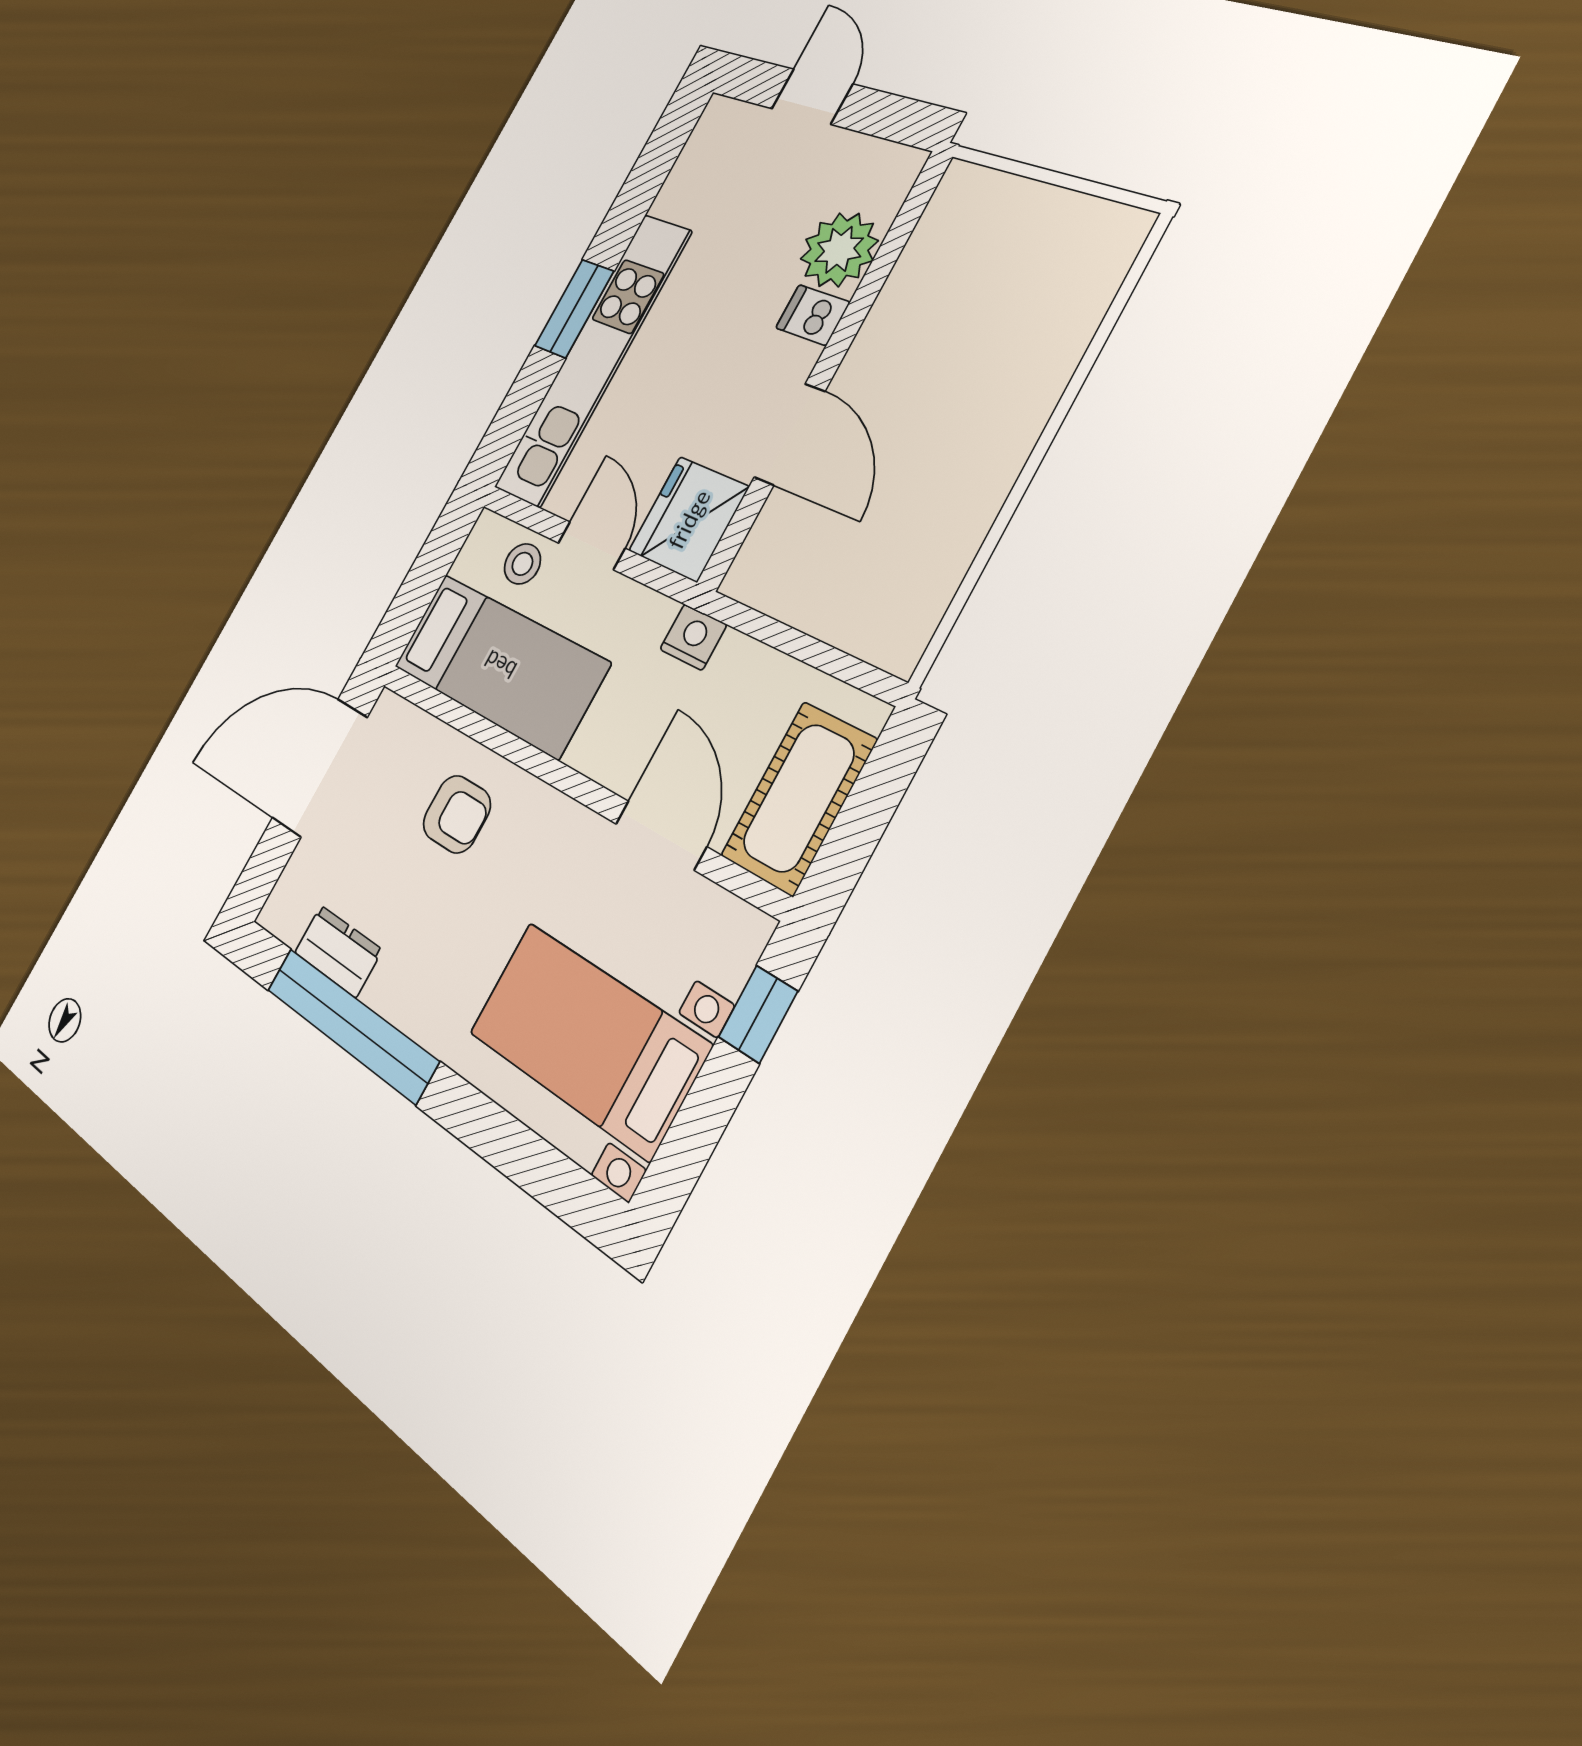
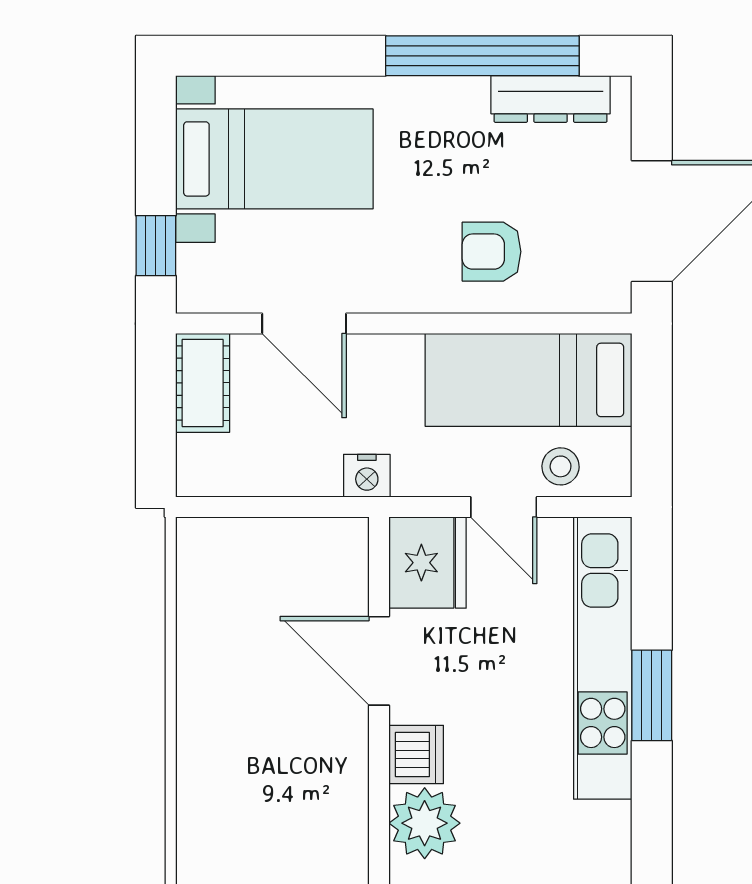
dishwasher: (813, 315) -> (416, 755), width x1.38
cot: (799, 798) -> (203, 383), width x0.73, depth x0.75
dresser: (338, 951) -> (551, 99), width x1.44

